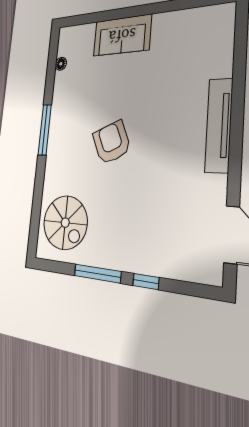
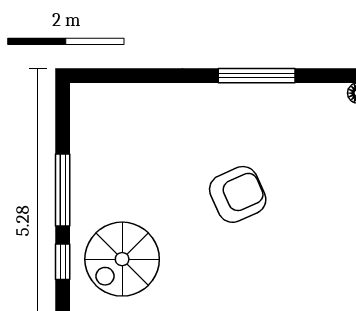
spiral stairs: (65, 223) -> (122, 259), moved

